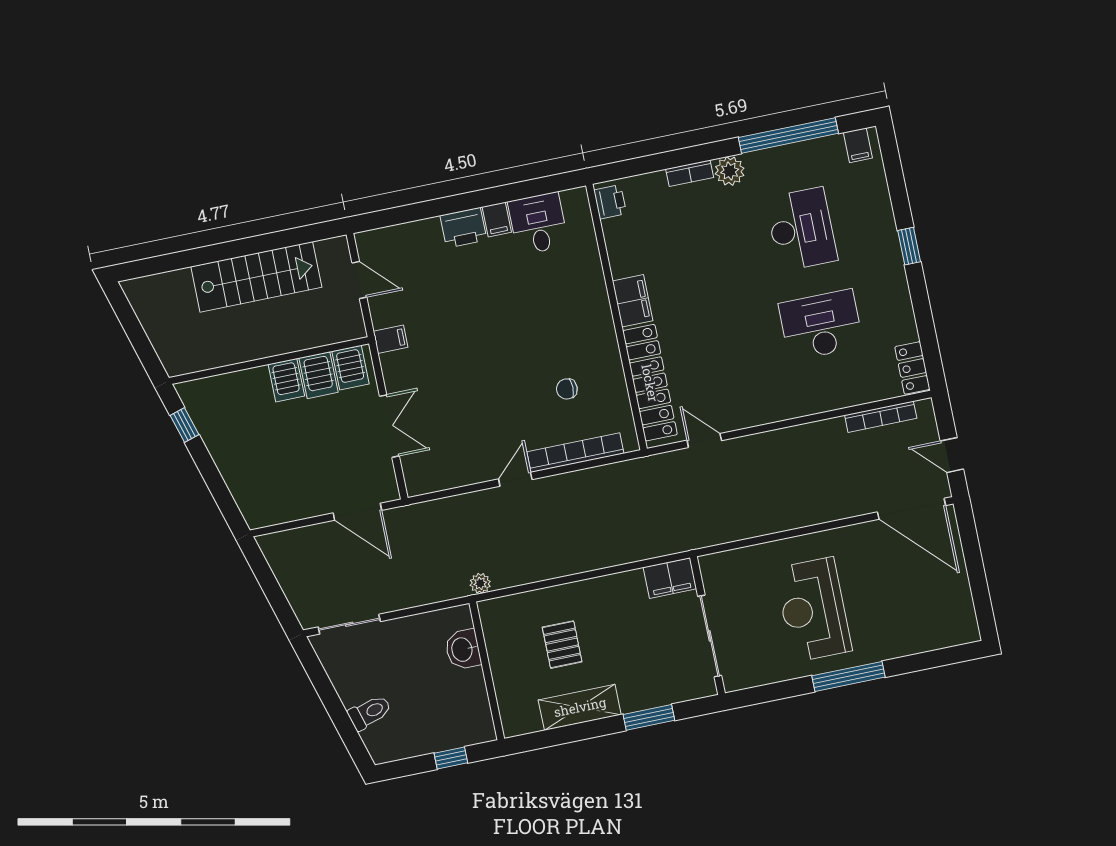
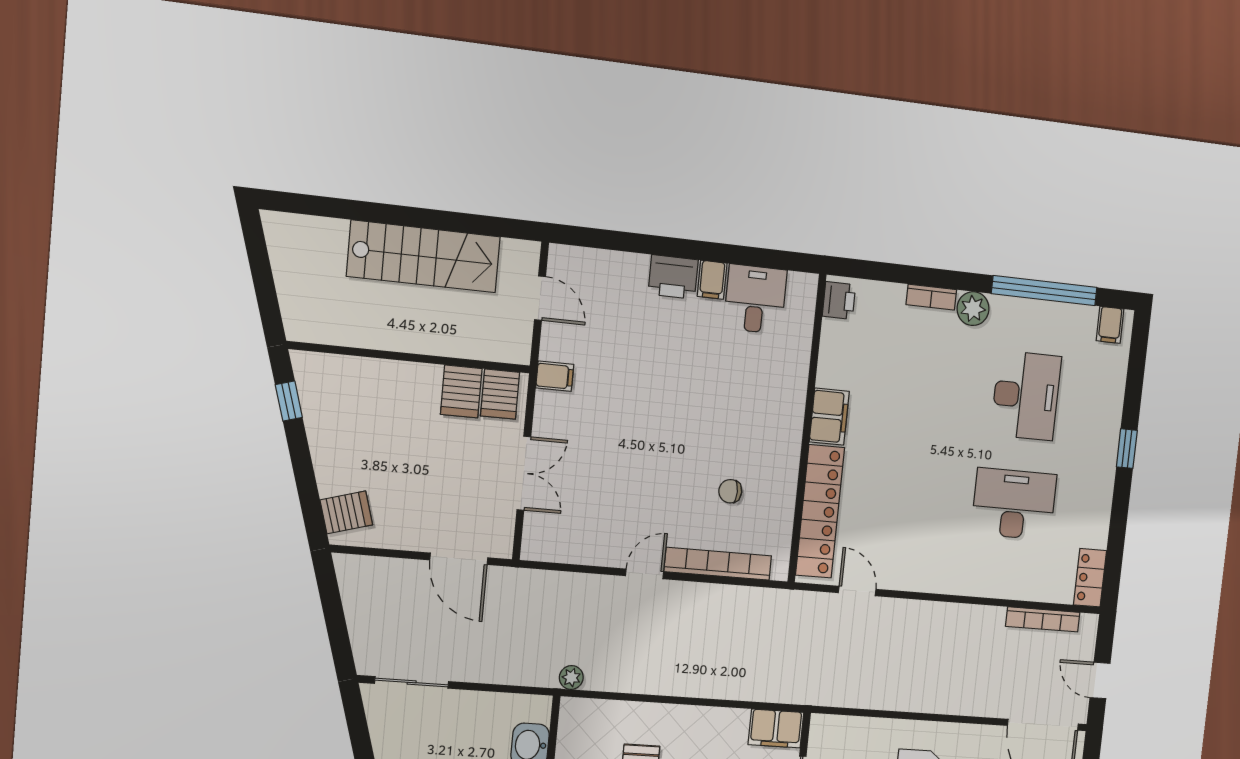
server rack: (286, 380) -> (346, 512), moved, turned -106

